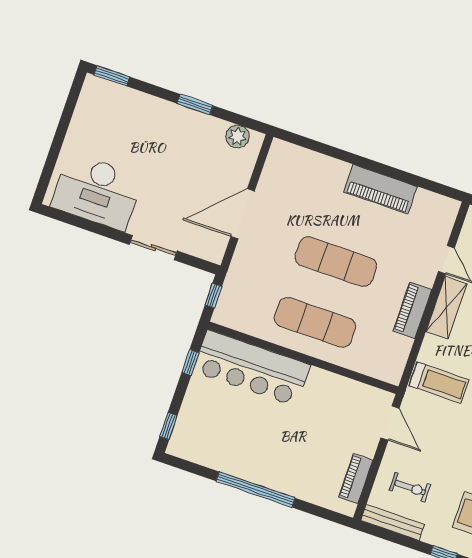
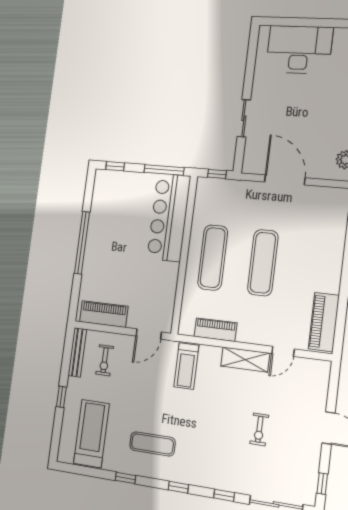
piano: (380, 189) -> (324, 322), moved
desk: (97, 192) -> (299, 50), moved, turned 90
piano: (412, 310) -> (216, 330), moved
window: (190, 362) -> (164, 170), width x2.17
piano: (356, 479) -> (104, 314), width x1.37, depth x1.33

